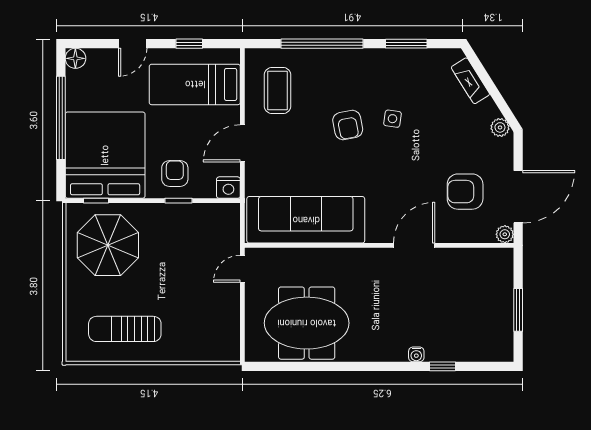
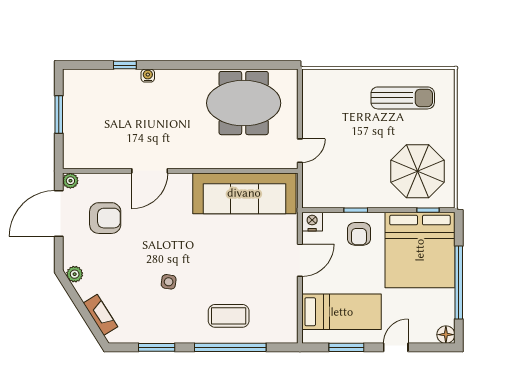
window: (189, 44) -> (346, 347), width x1.50
coffee table: (278, 90) -> (229, 316), moved, turned 90
armchair: (348, 125) -> (208, 276), removed

